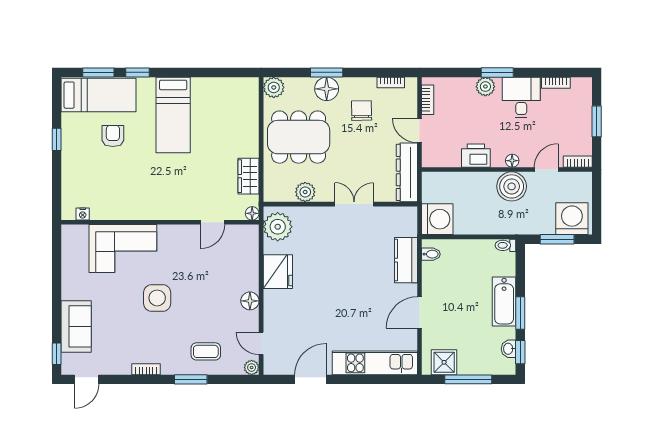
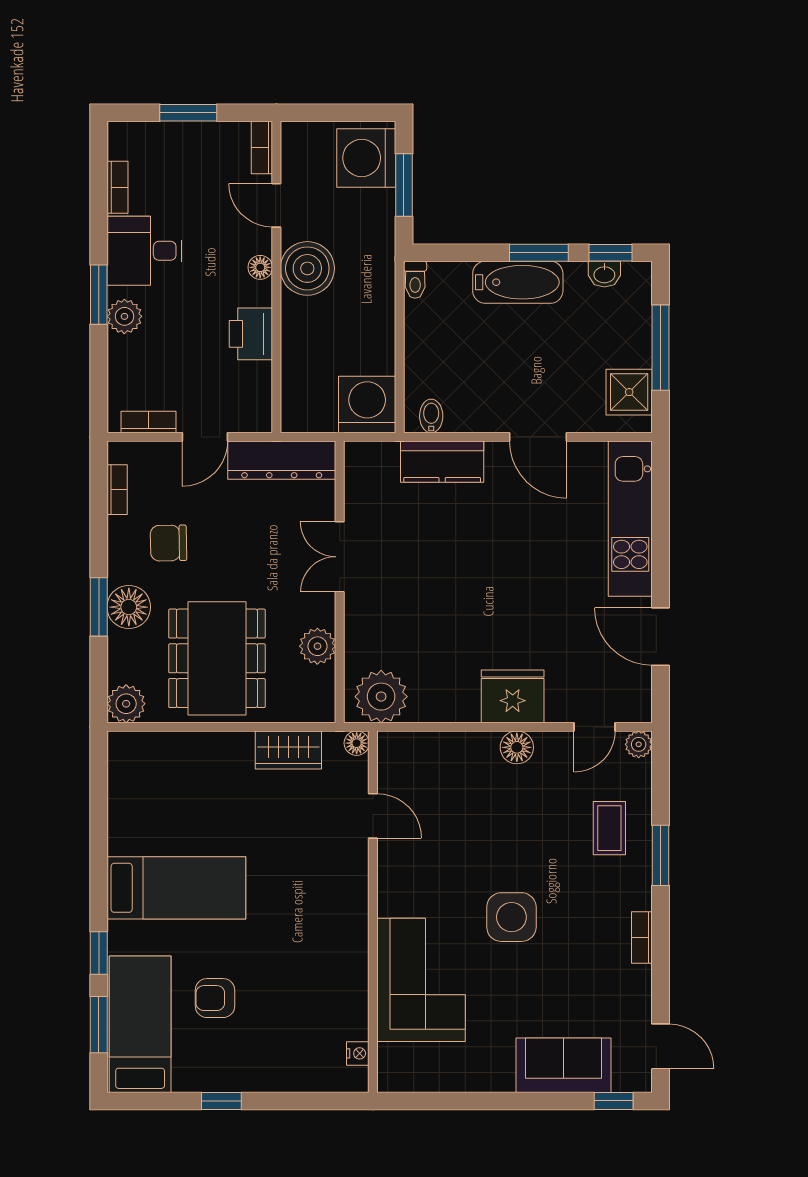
fridge: (278, 272) -> (513, 696), moved

